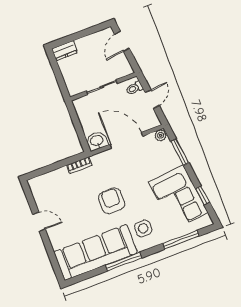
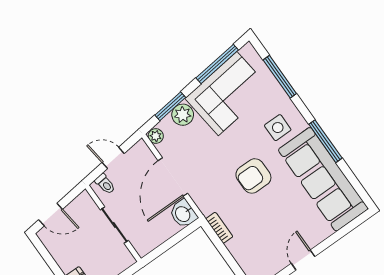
plant: (171, 160) -> (183, 115), added
window: (203, 195) -> (217, 64), width x2.17

